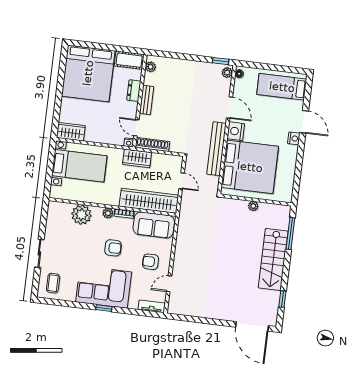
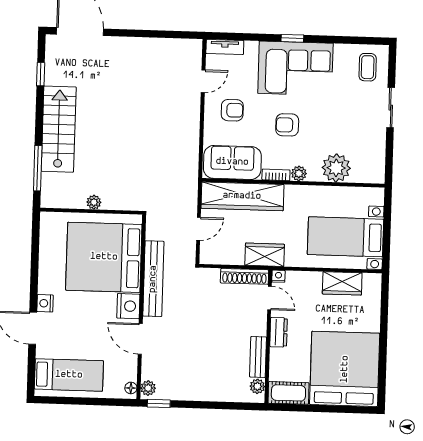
dresser: (134, 91) -> (279, 332), moved
bench: (147, 100) -> (258, 357), moved
wardrobe: (71, 132) -> (342, 283), moved
door: (182, 181) -> (199, 229), swing flipped

